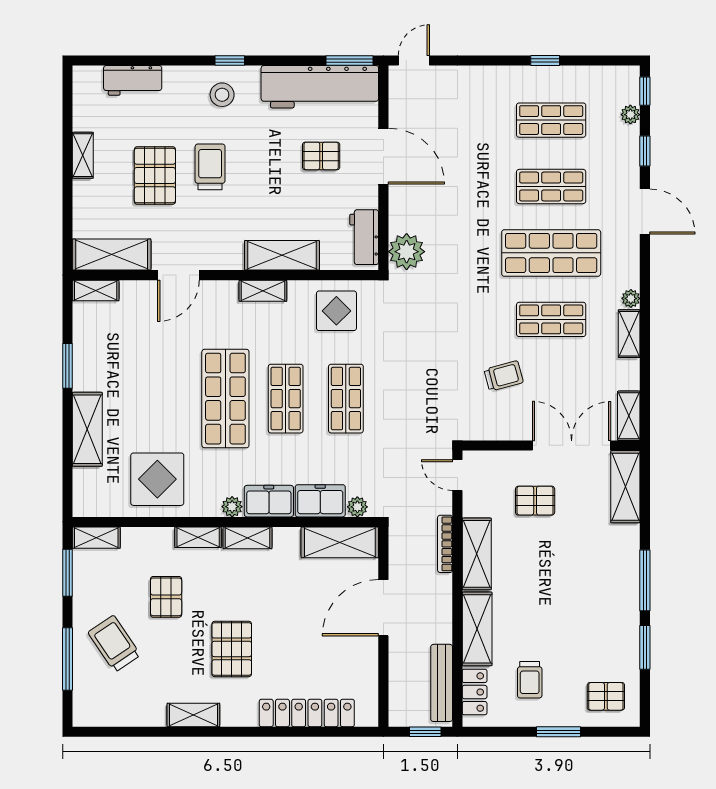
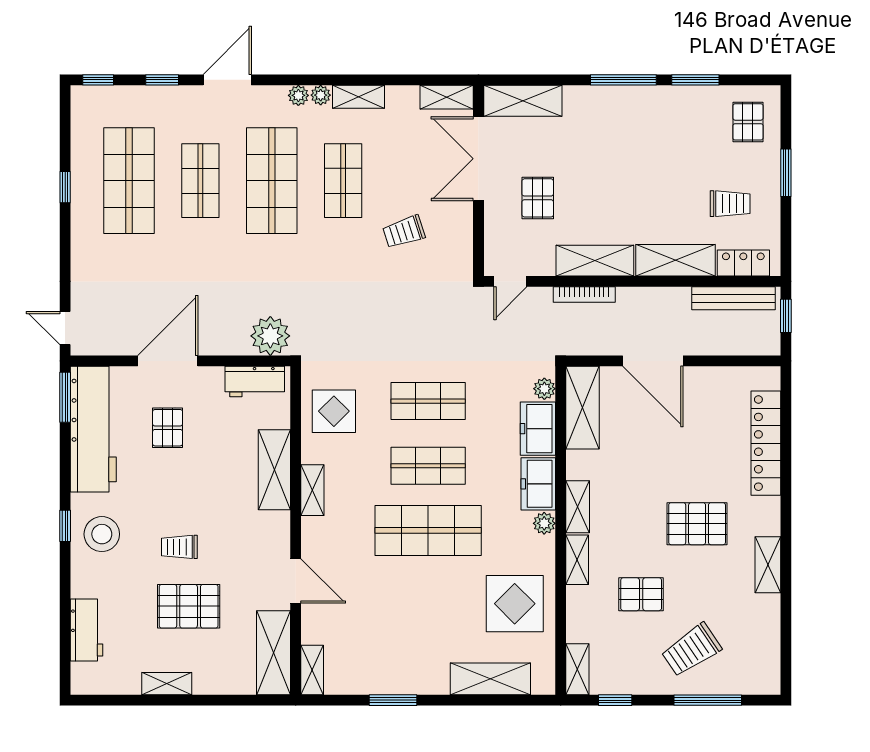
stool: (222, 95) -> (102, 534), width x1.38, depth x1.38
plant: (630, 115) -> (298, 95), moved
shop shelf: (551, 120) -> (129, 181), width x1.43, depth x1.36
trolley: (210, 167) -> (179, 547), width x0.73, depth x0.72
trolley: (504, 376) -> (404, 232), turned -93
shelving: (87, 429) -> (490, 679), moved
window: (67, 573) -> (615, 700), width x0.67

